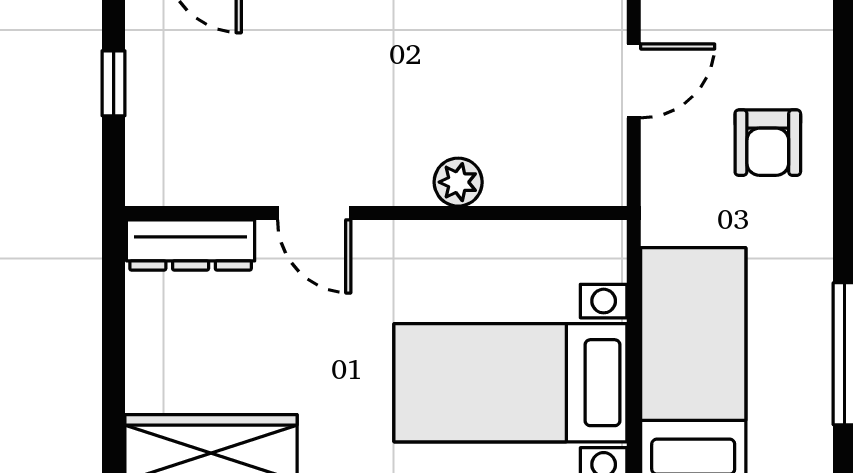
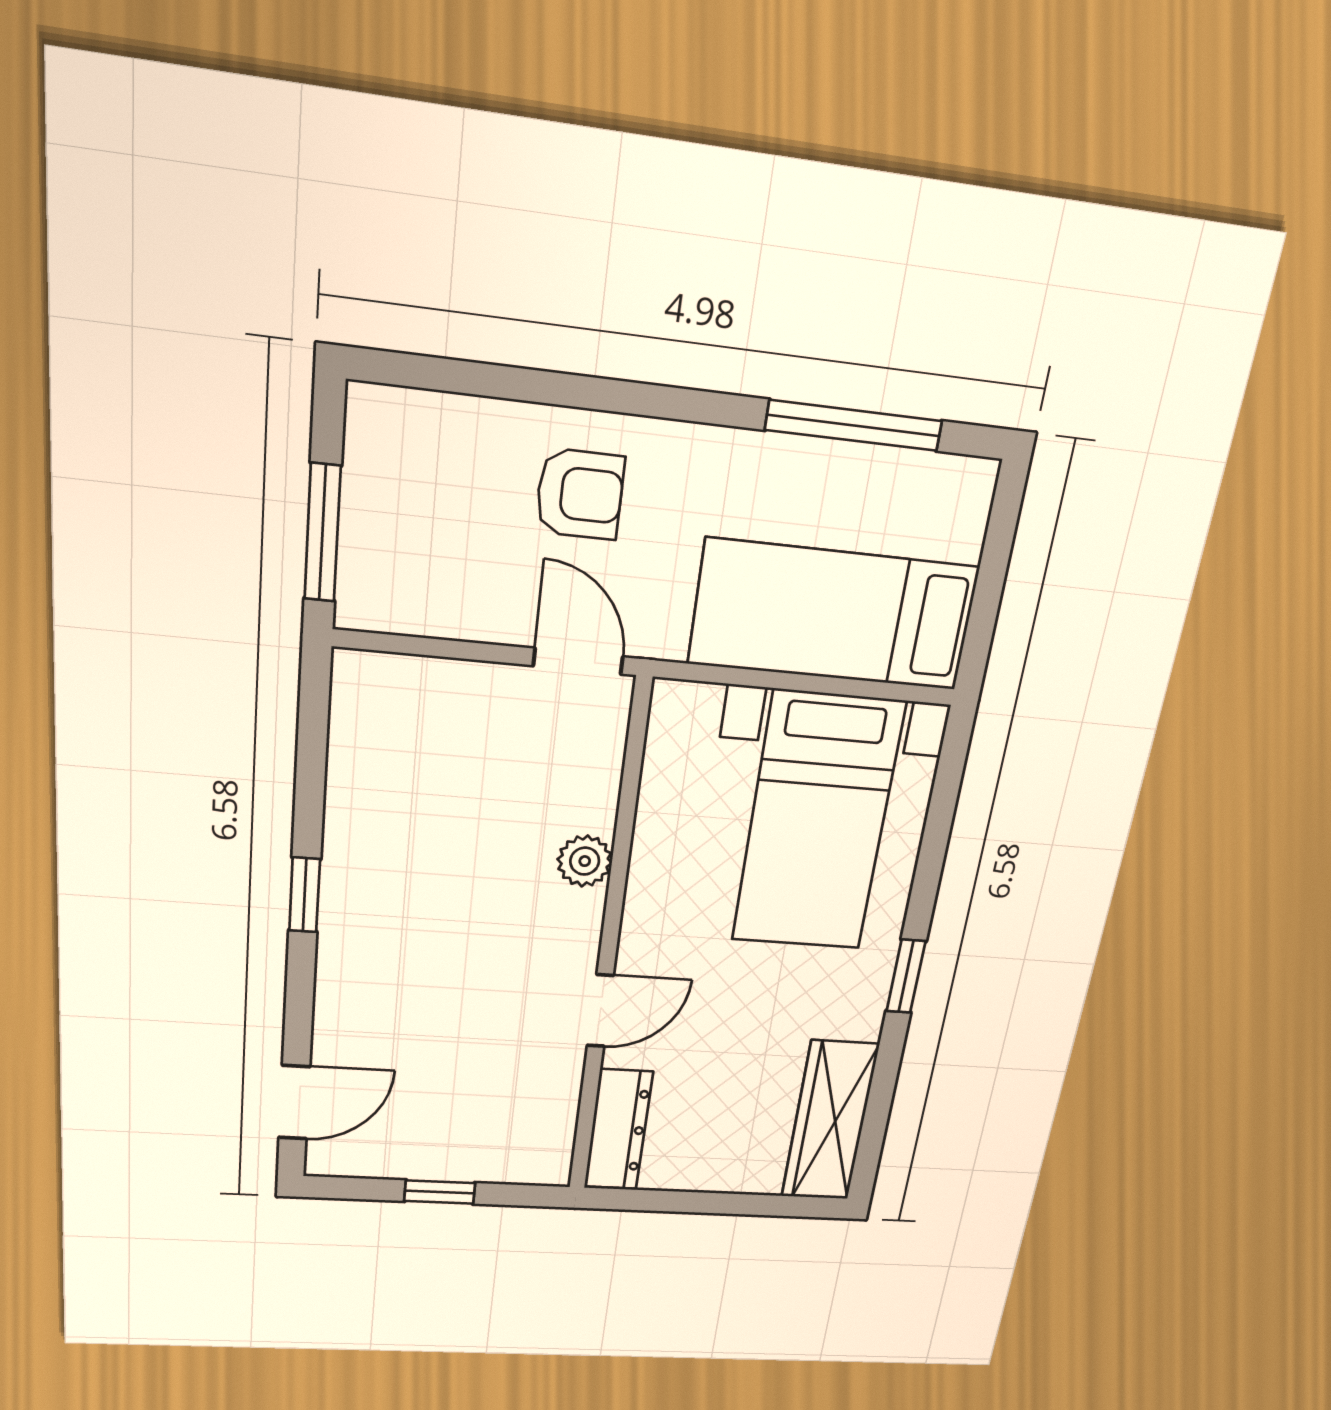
door: (634, 81) -> (578, 661), moved

